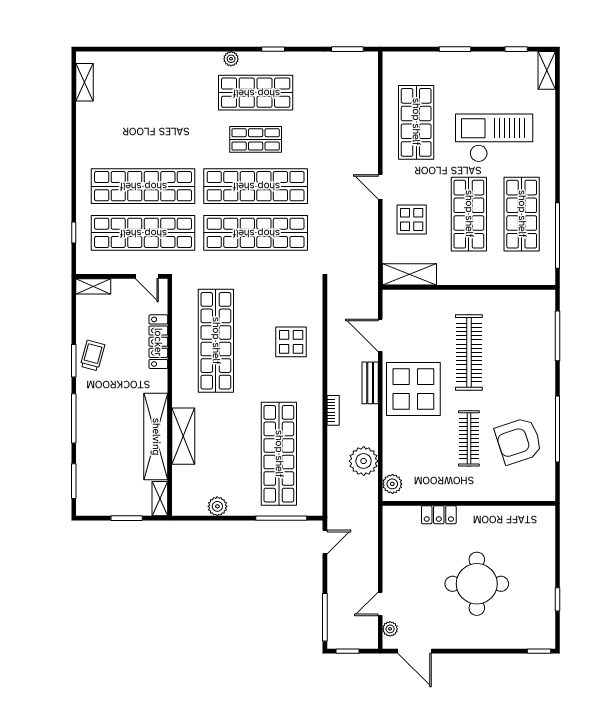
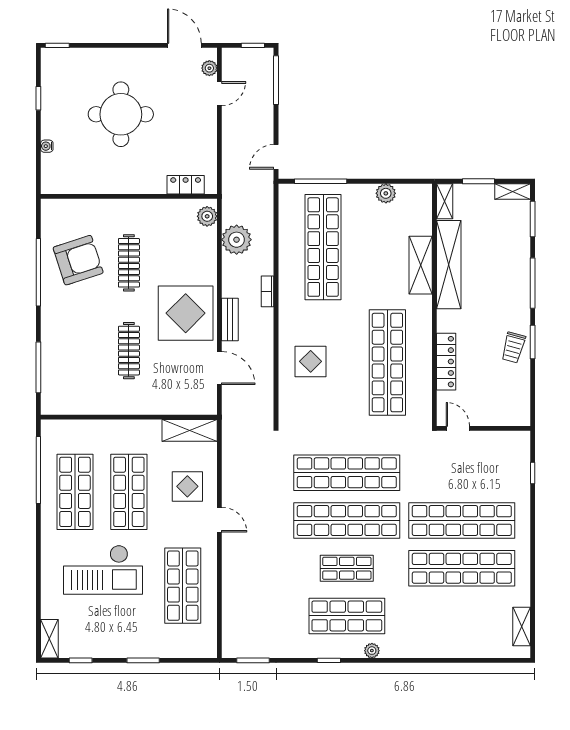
shop shelf: (143, 233) -> (462, 568), moved
shelving: (93, 286) -> (513, 191), moved
clothes rail: (469, 352) -> (129, 351), width x0.73, depth x0.76
locker: (439, 515) -> (186, 185), moved
water cooler: (549, 553) -> (47, 146), added

